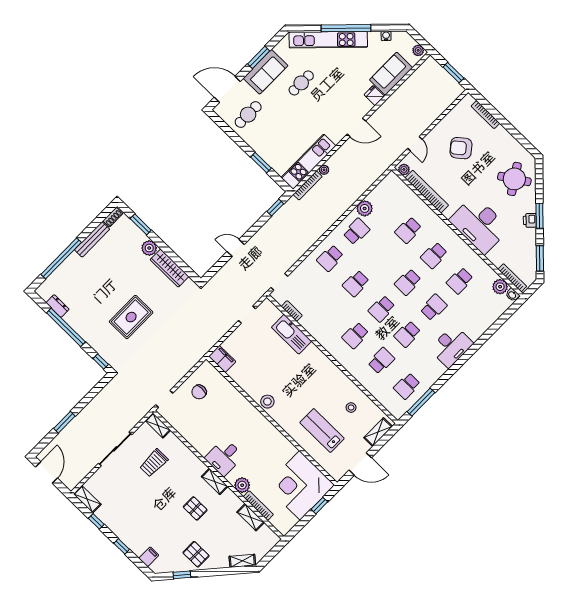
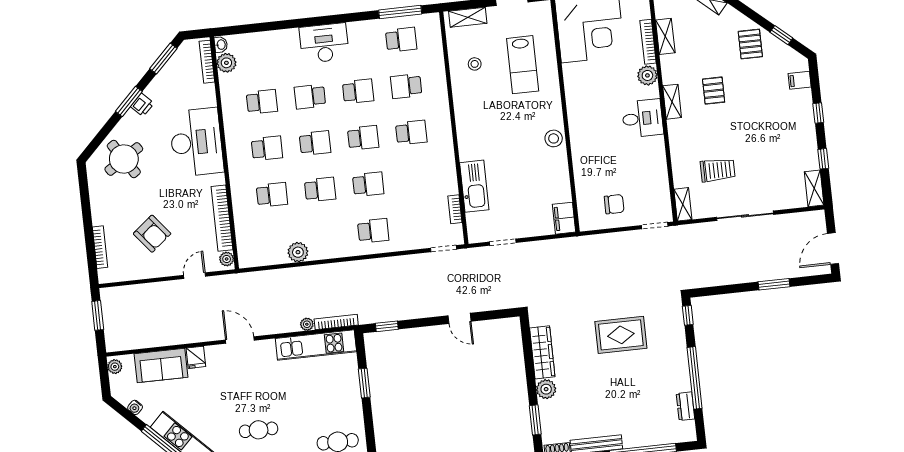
school desk: (356, 231) -> (320, 189), moved, turned 180

